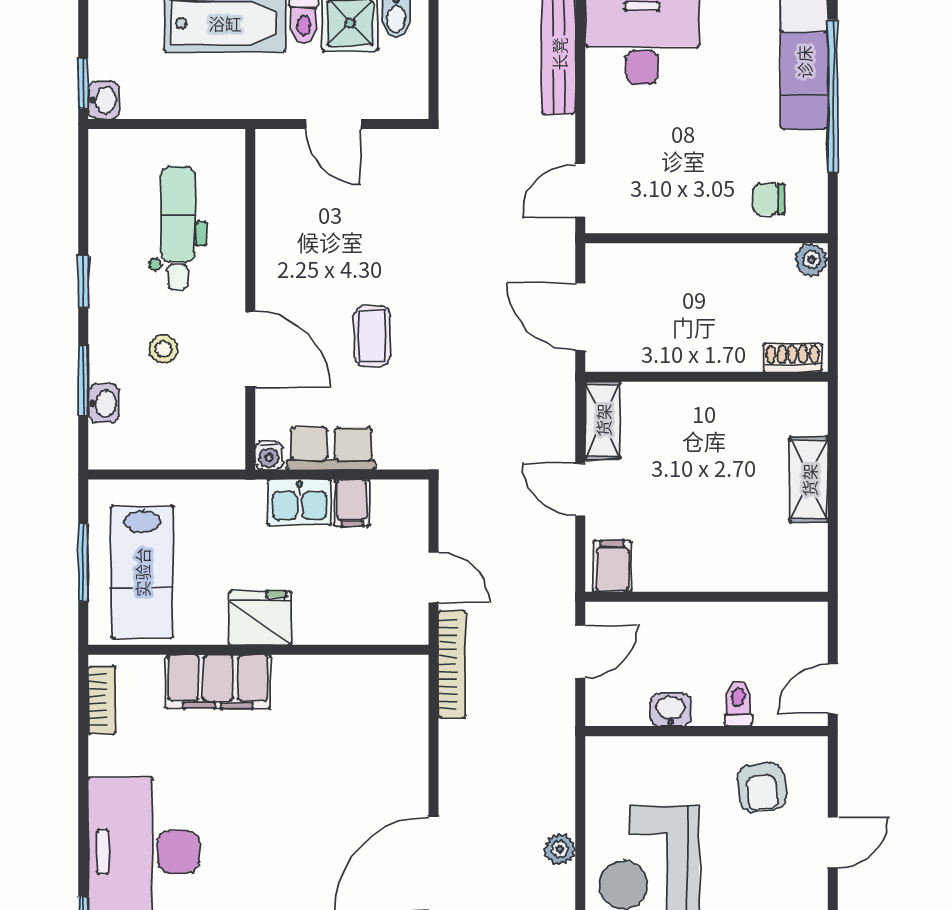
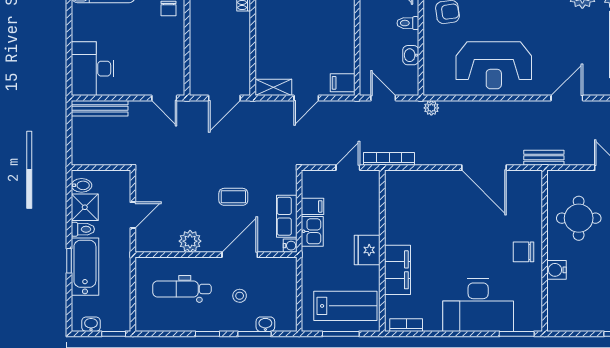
washbasin: (104, 100) -> (91, 324), moved
plant: (279, 245) -> (190, 241), added
plant: (560, 849) -> (431, 108), moved

